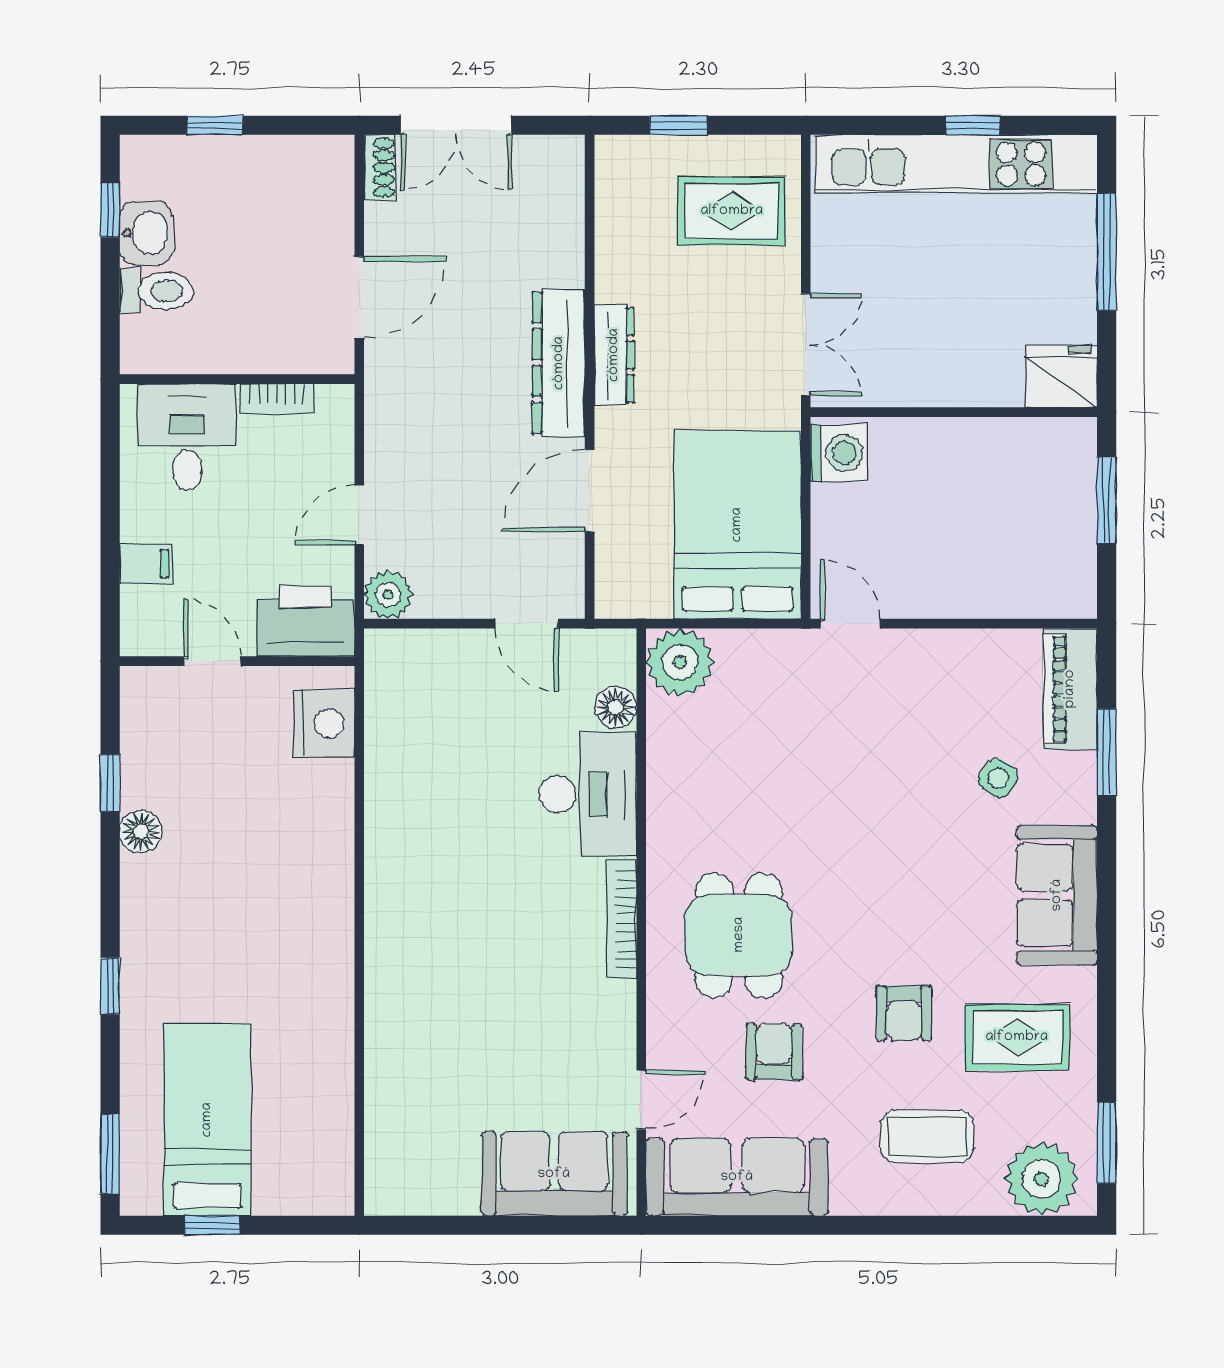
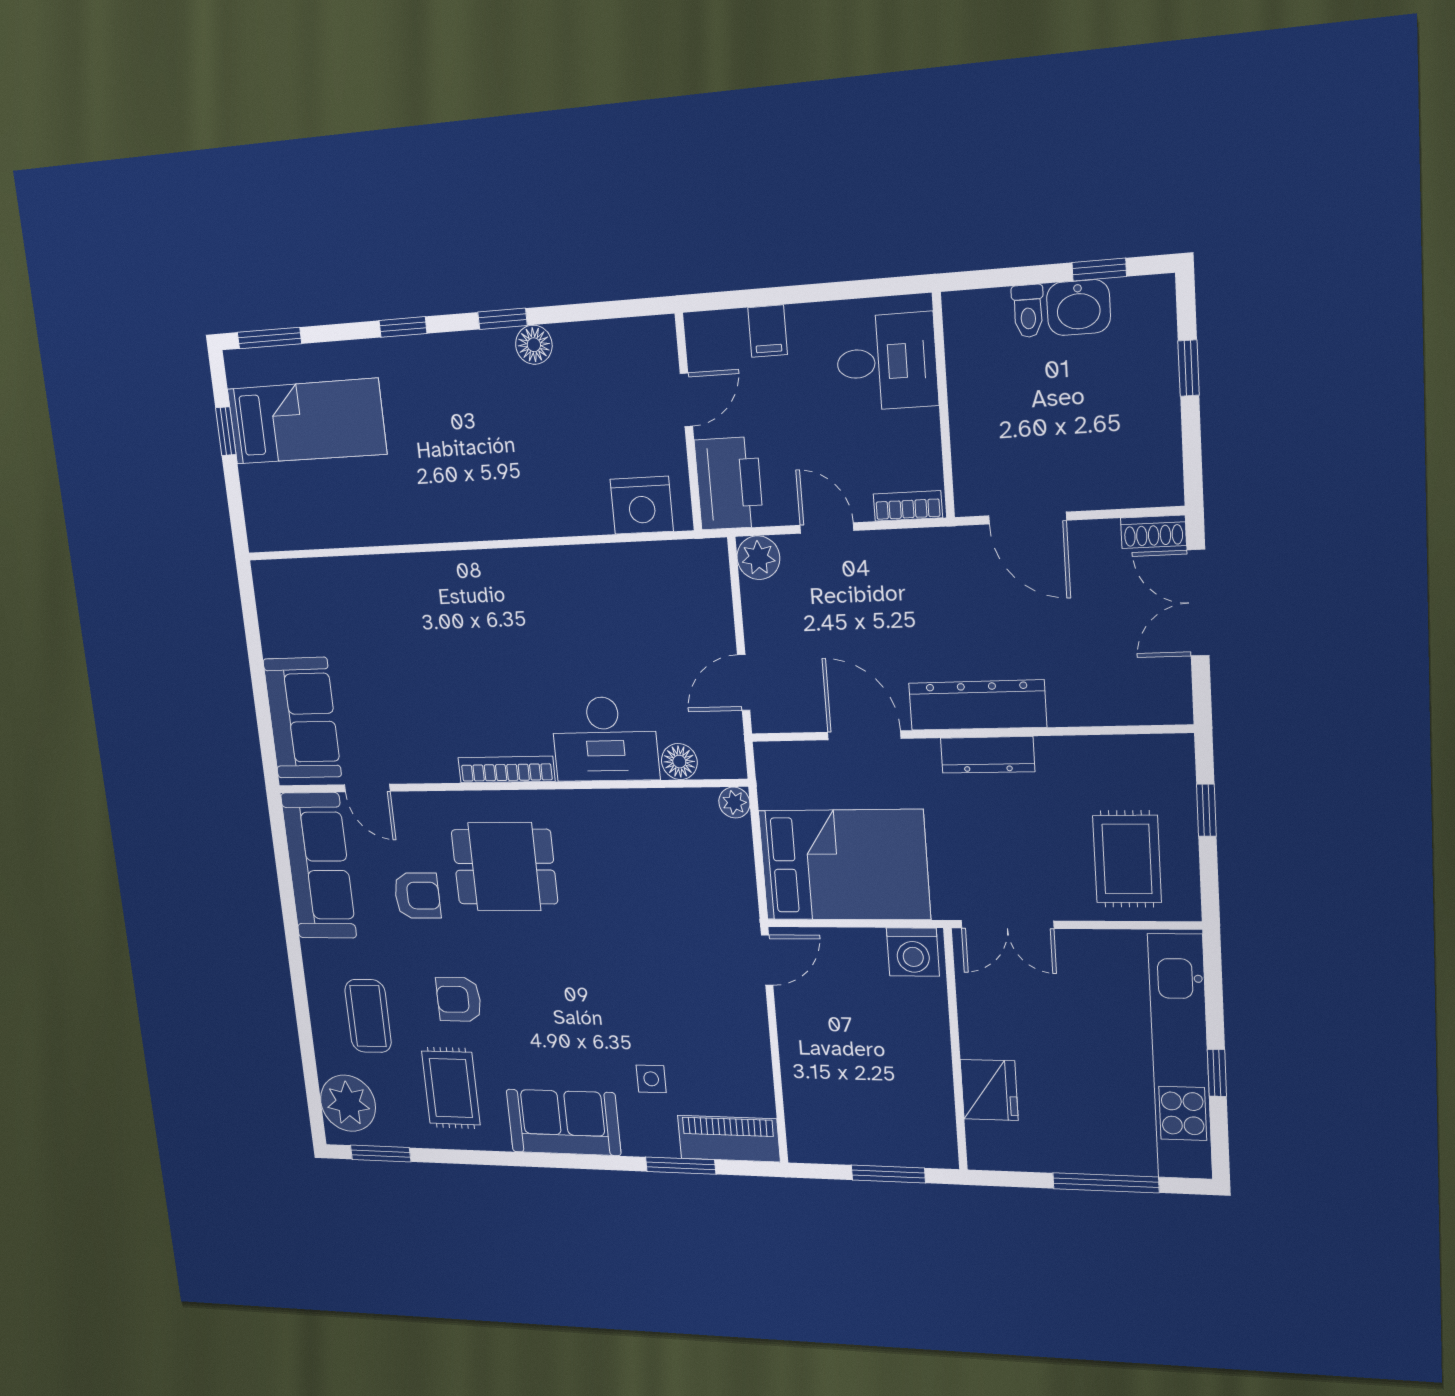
toilet: (156, 291) -> (1028, 311), width x0.73, depth x0.72
fridge: (1062, 377) -> (989, 1090), moved
bookcase: (277, 399) -> (908, 506), moved, turned 90
plant: (680, 662) -> (734, 803), width x0.53, depth x0.53
side table: (998, 778) -> (651, 1079), turned -34
window: (110, 783) -> (502, 319), moved

